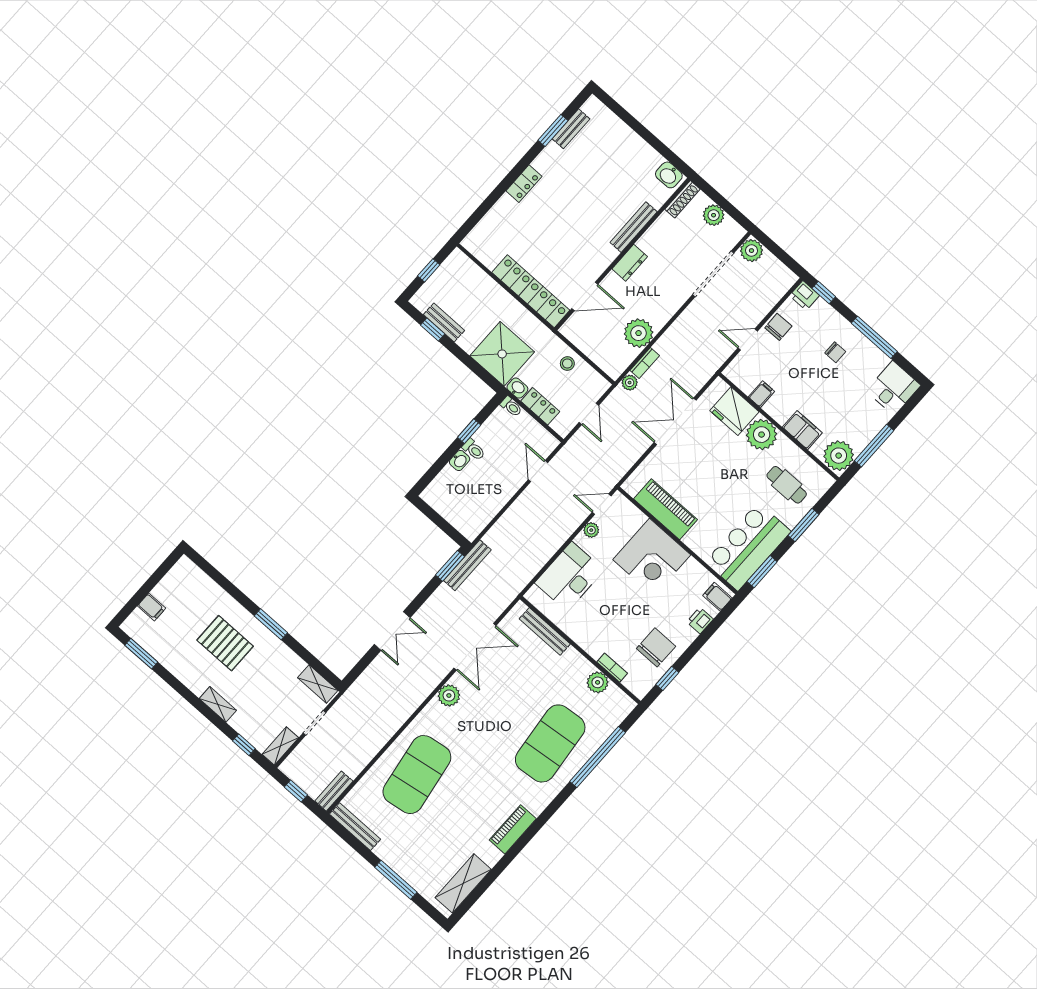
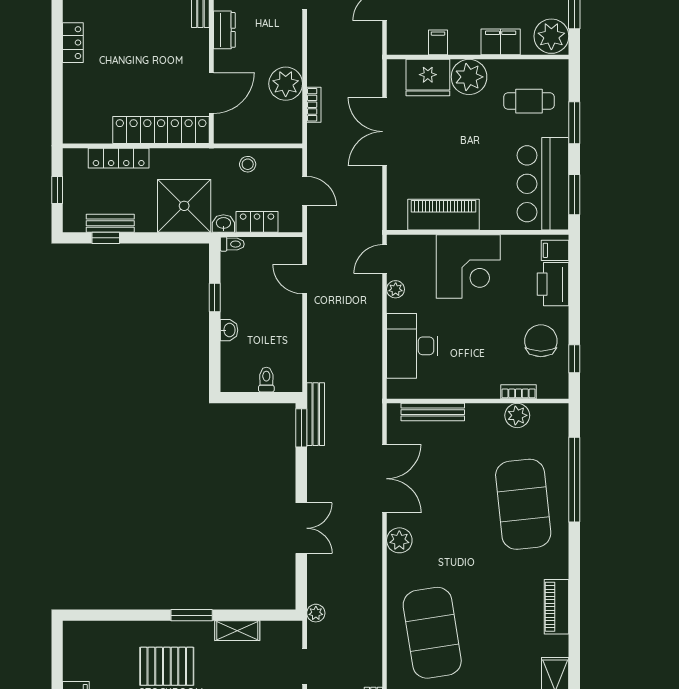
locker: (487, 285) -> (119, 158), added
plant: (630, 383) -> (316, 613), moved
toilet: (474, 450) -> (266, 380), moved, turned -90
printer: (700, 621) -> (553, 284), width x1.87, depth x1.48
shelving: (318, 684) -> (237, 631), moved

